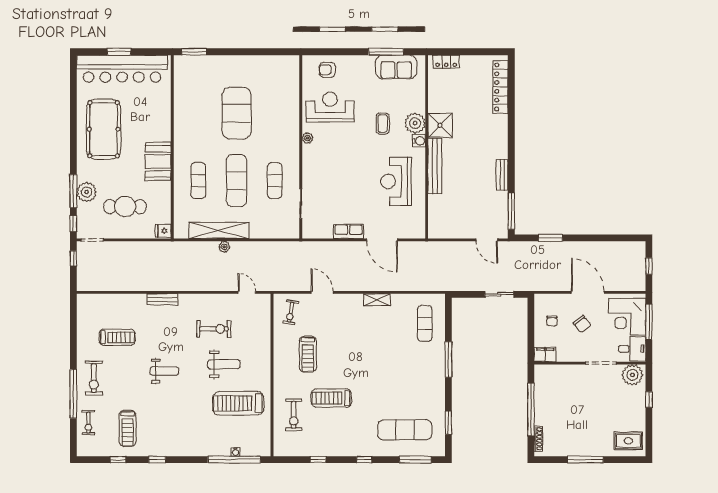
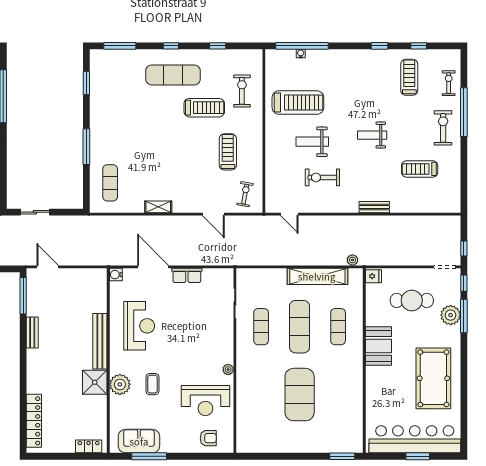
water cooler: (419, 141) -> (116, 275), moved
plant: (224, 247) -> (352, 260), moved
exercise mat: (405, 430) -> (173, 75), moved

